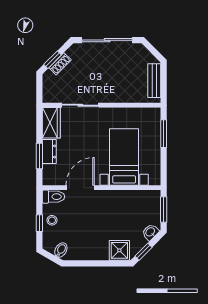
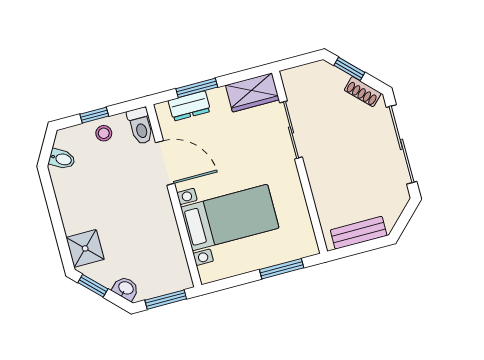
shoe rack: (60, 64) -> (363, 92), moved
dresser: (49, 151) -> (189, 106), moved

